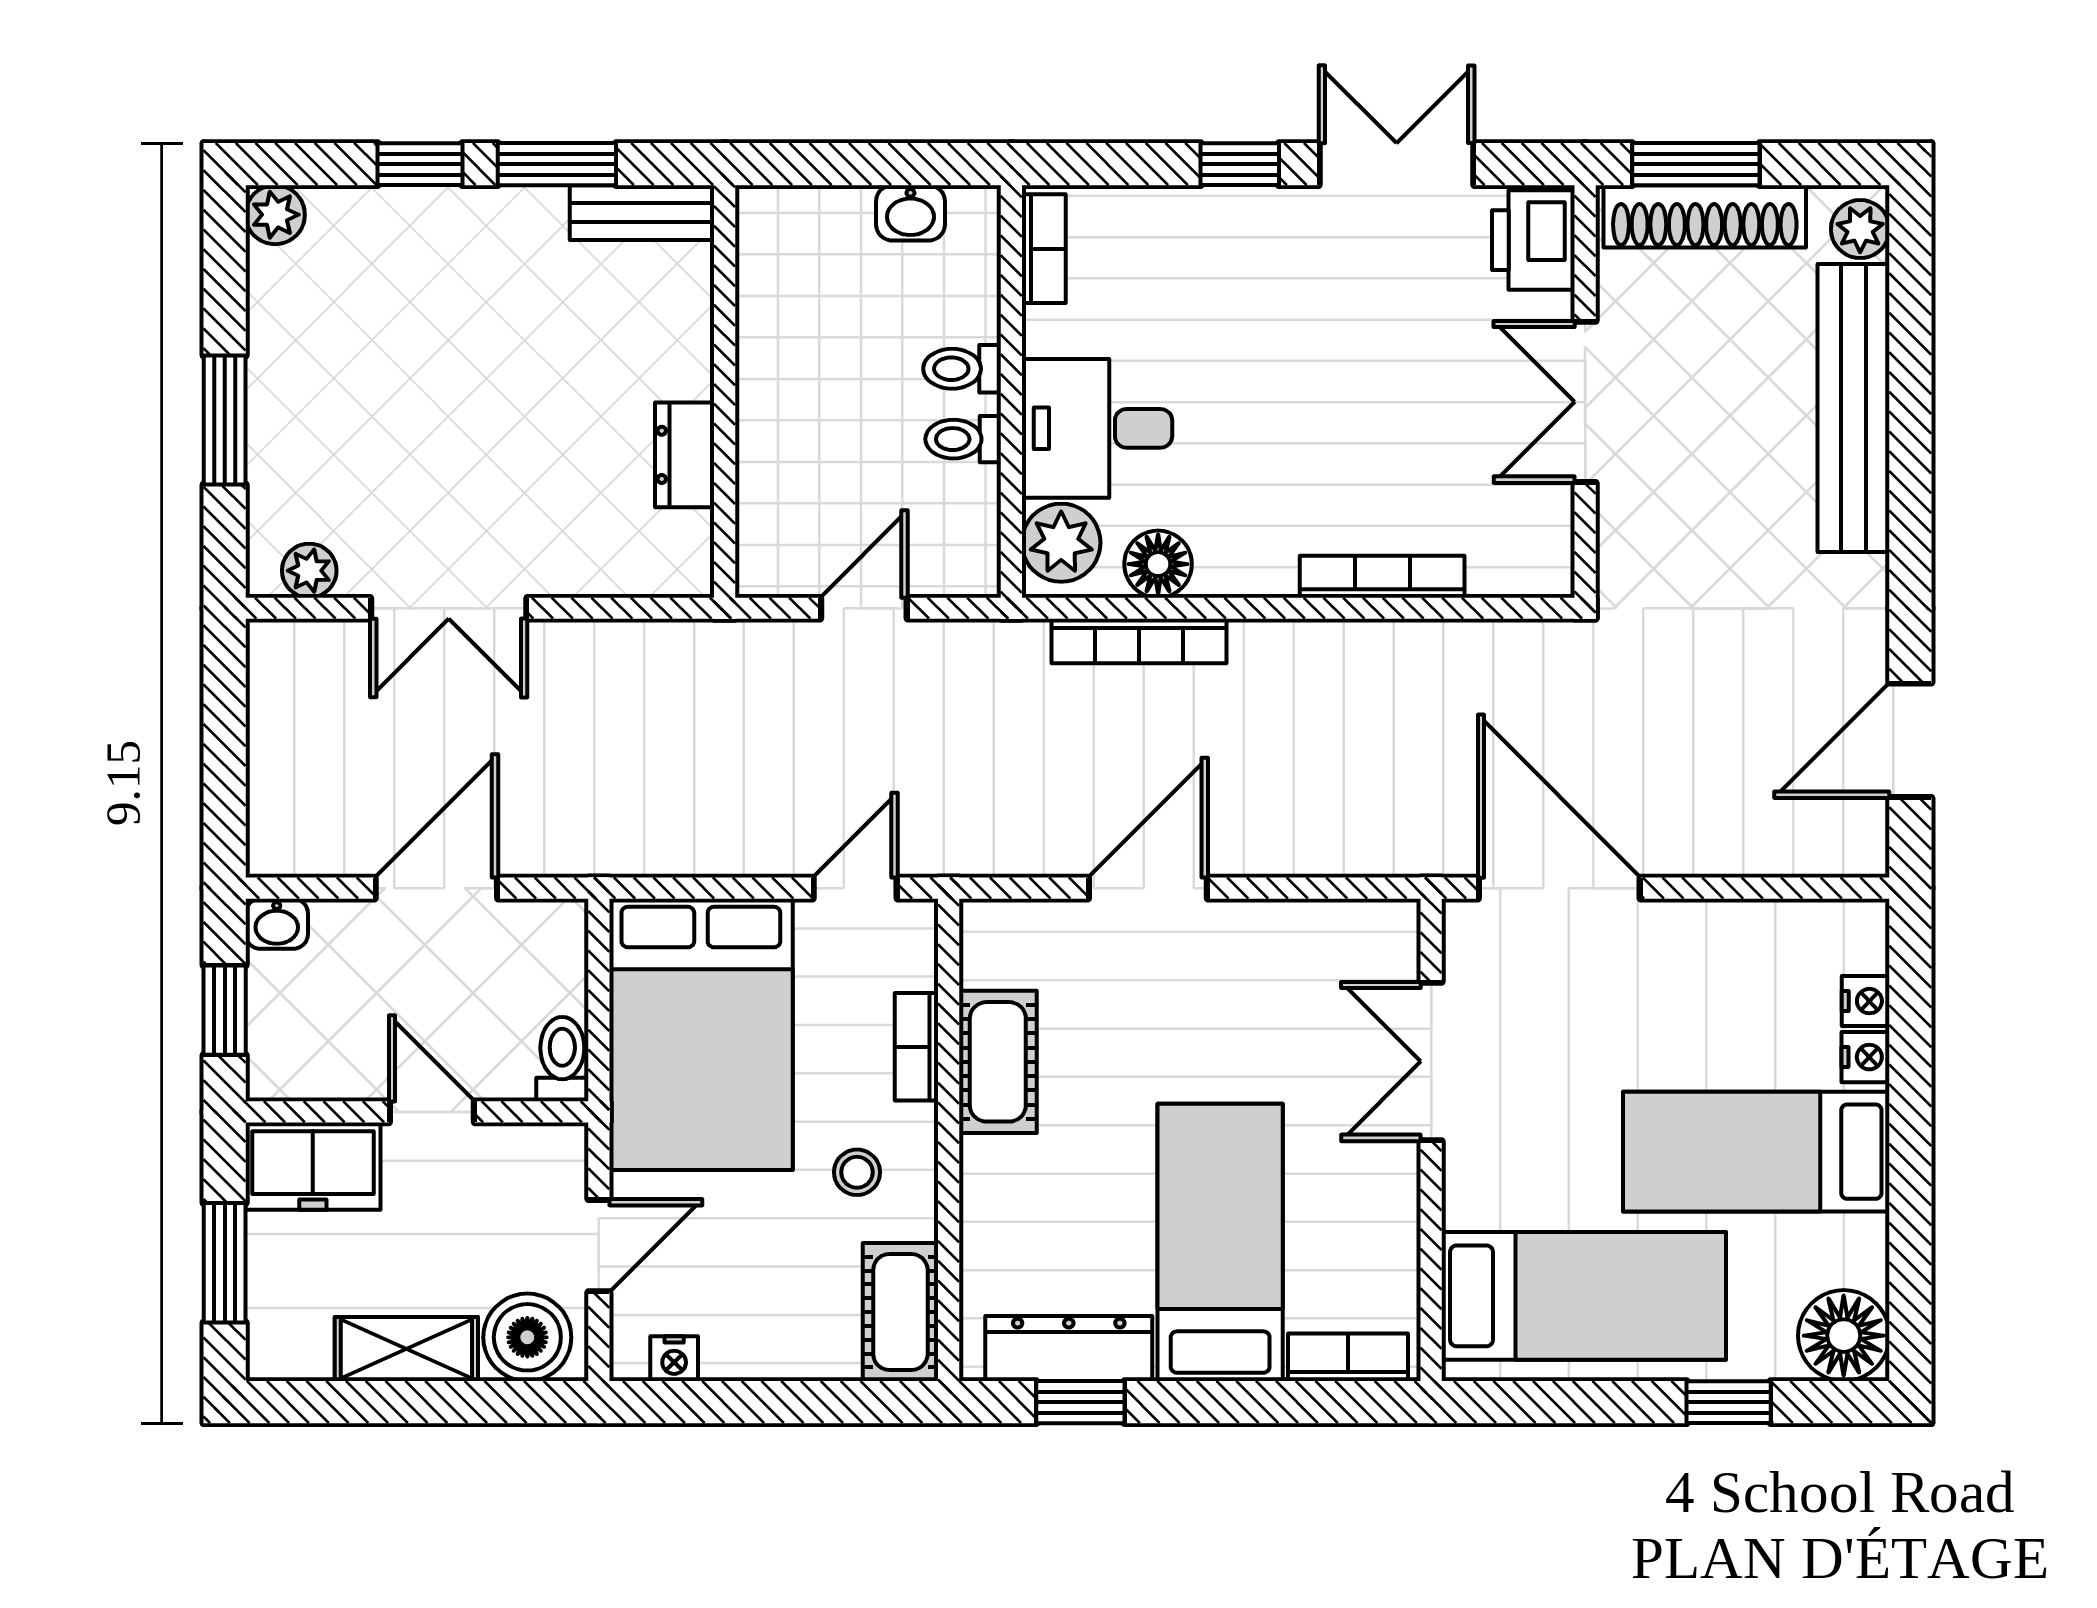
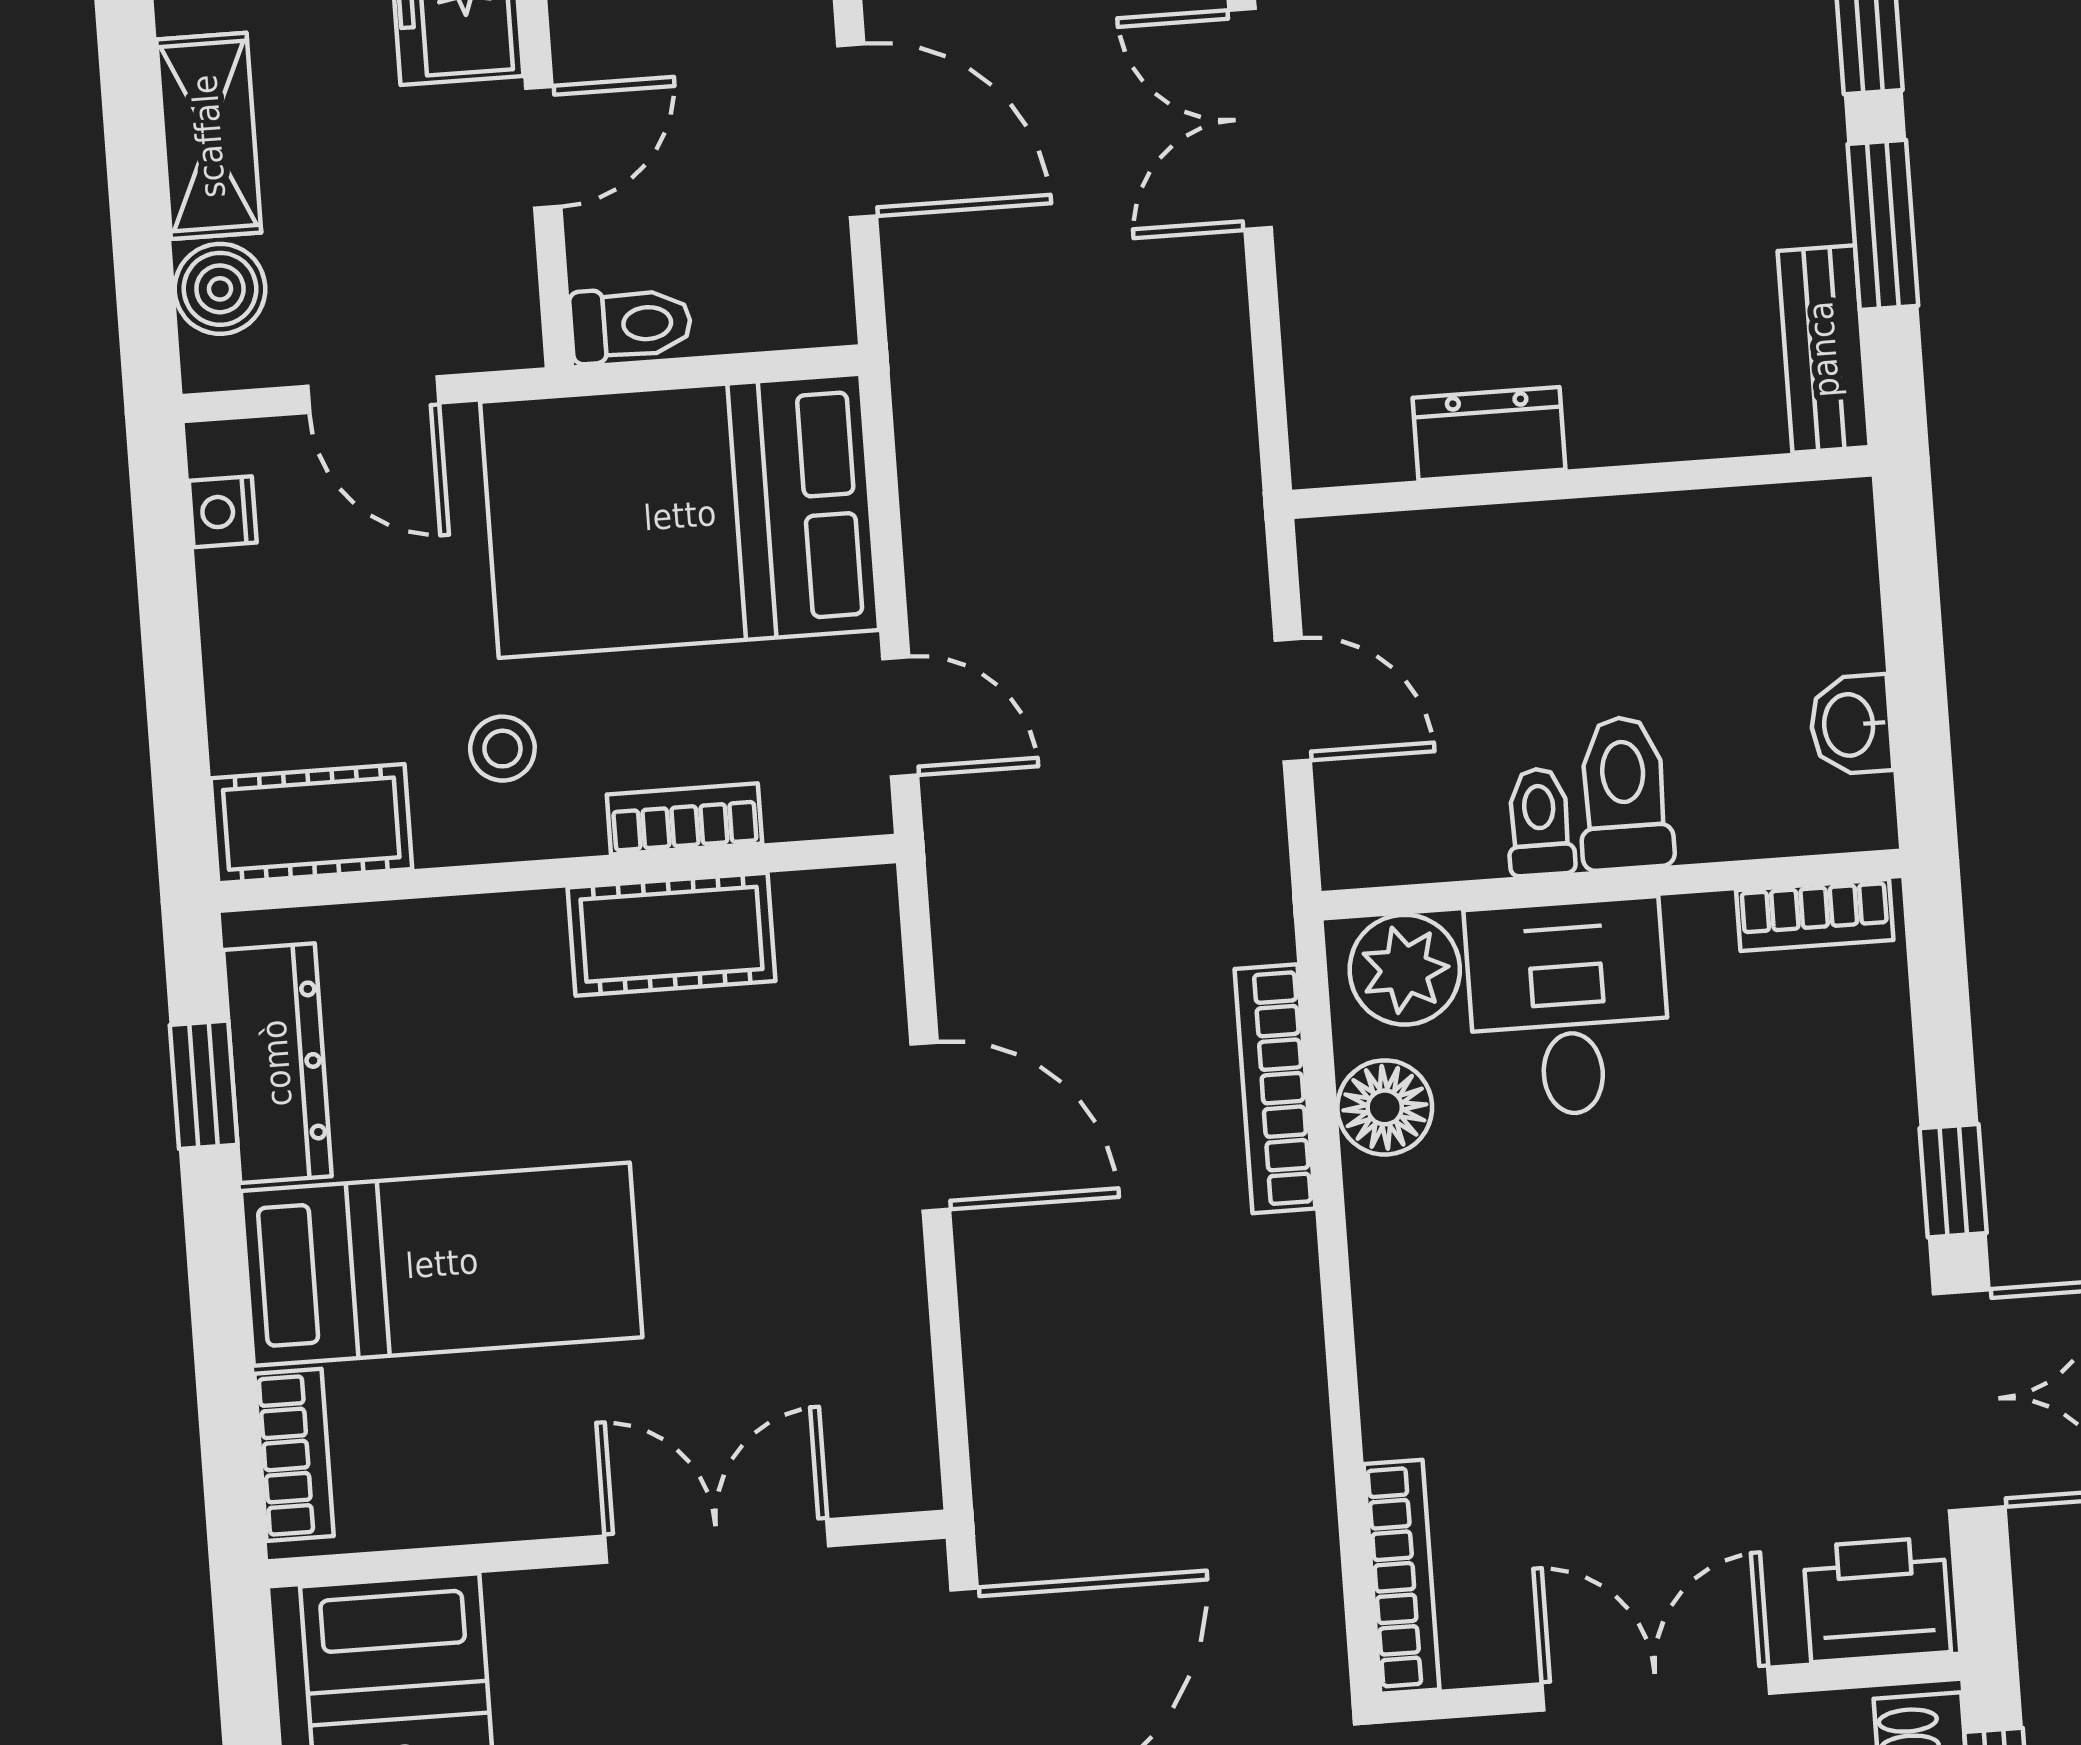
toilet: (962, 369) -> (1624, 793), width x1.37, depth x1.39
bookcase: (1382, 577) -> (1401, 1577), moved
boiler: (527, 1337) -> (220, 289), width x0.73, depth x0.73

